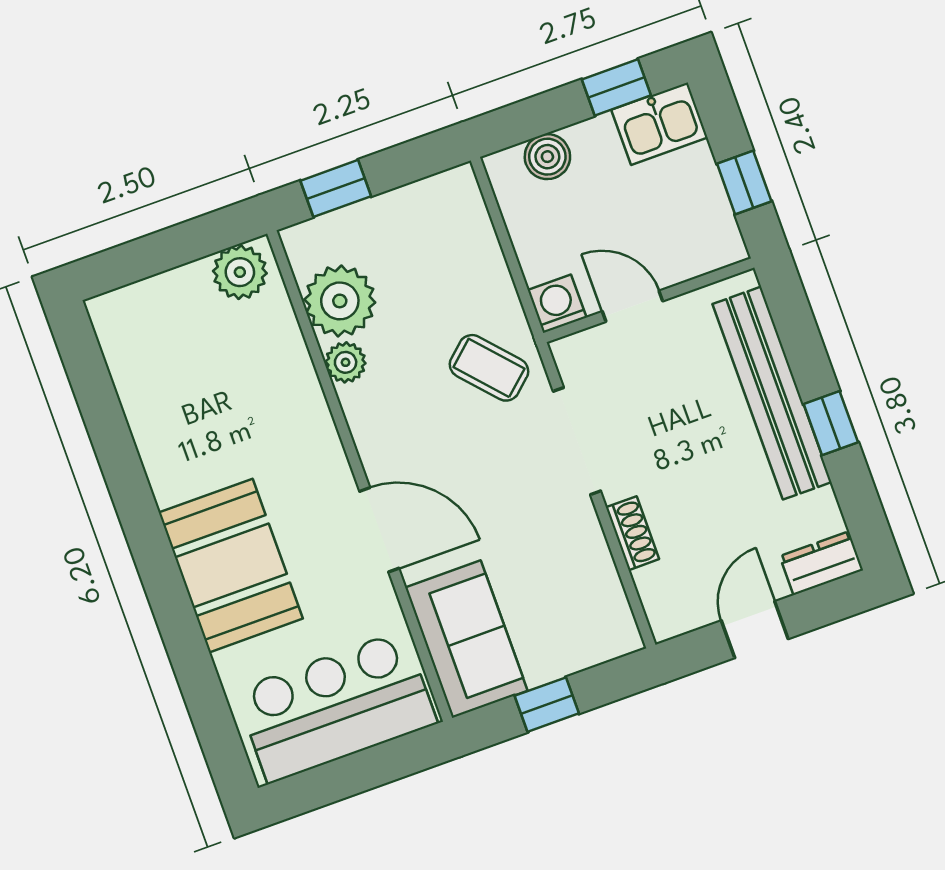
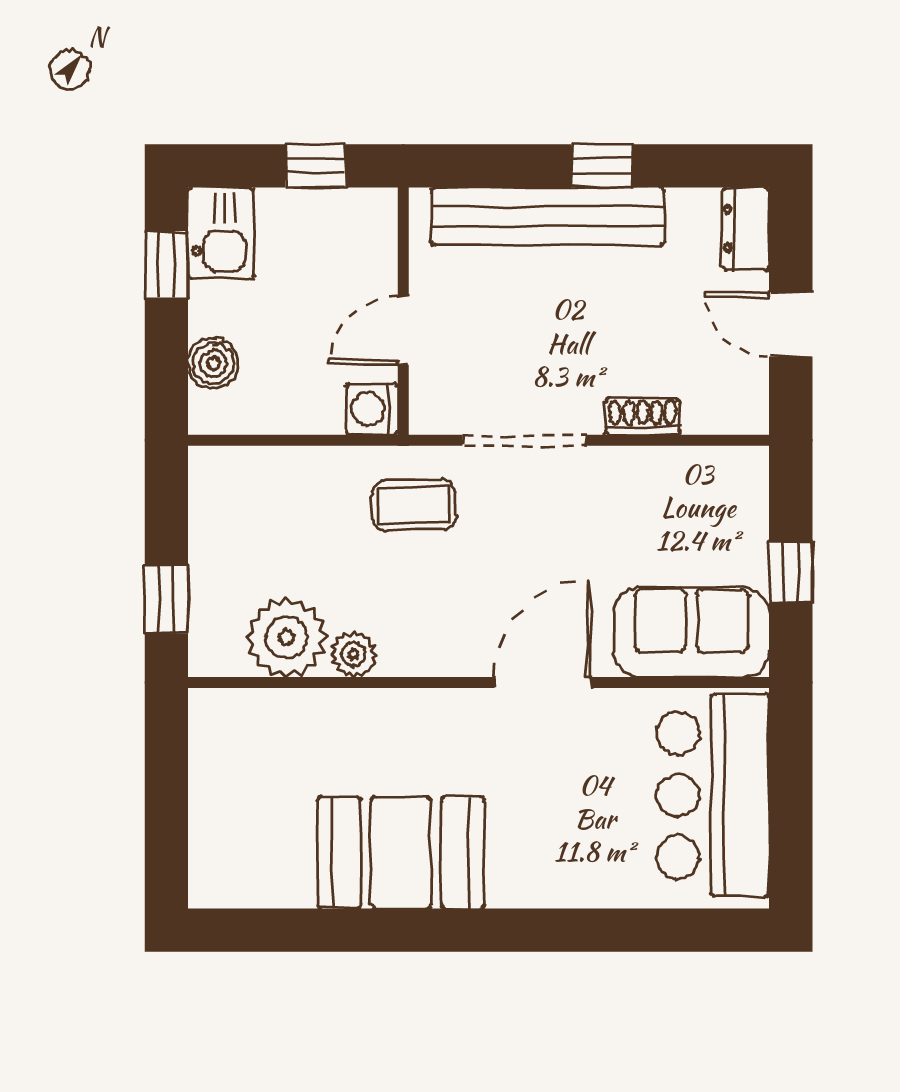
plant: (240, 272) -> (218, 732), removed
coffee table: (489, 368) -> (414, 505), turned 41
booth: (231, 566) -> (401, 853), moved

